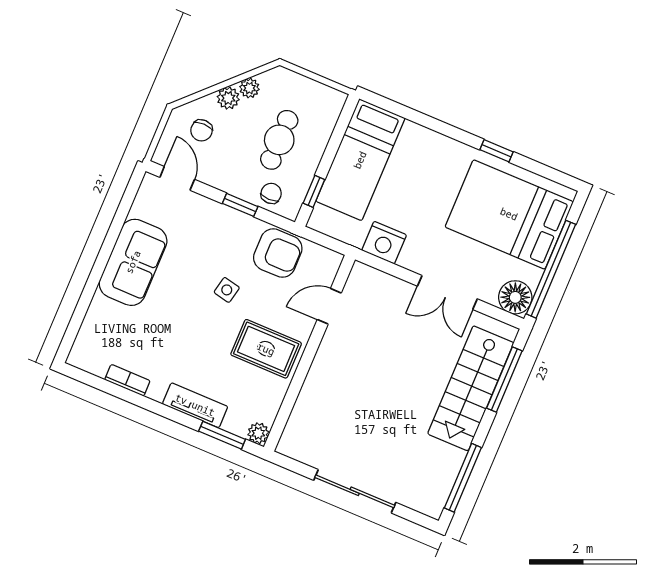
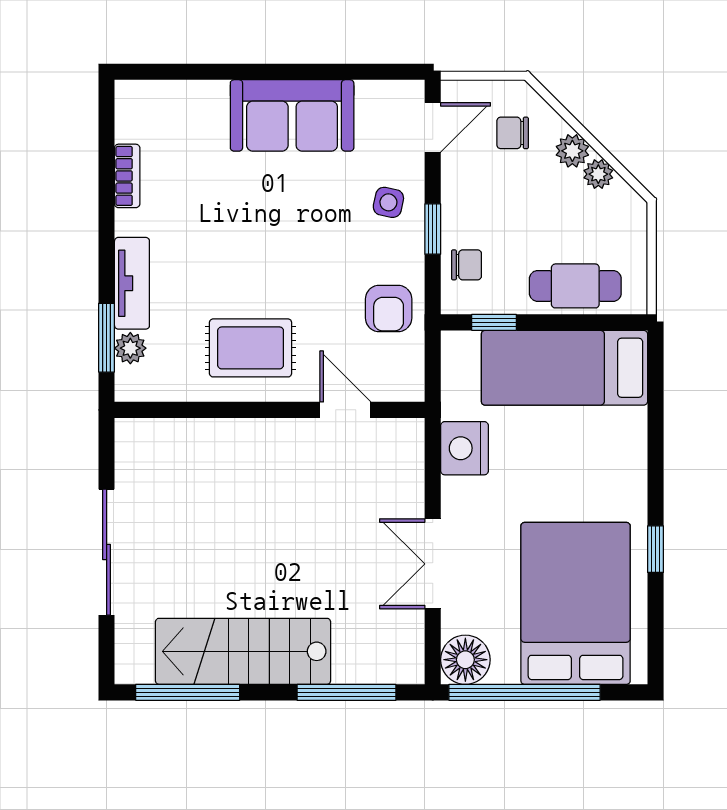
cafe table: (279, 140) -> (575, 286), moved
armchair: (278, 253) -> (389, 308), width x0.72, depth x0.72
side table: (227, 290) -> (388, 202), moved
rug: (266, 349) -> (251, 348), turned 90
stairs: (471, 388) -> (243, 651), moved
plant: (258, 433) -> (130, 348), moved

